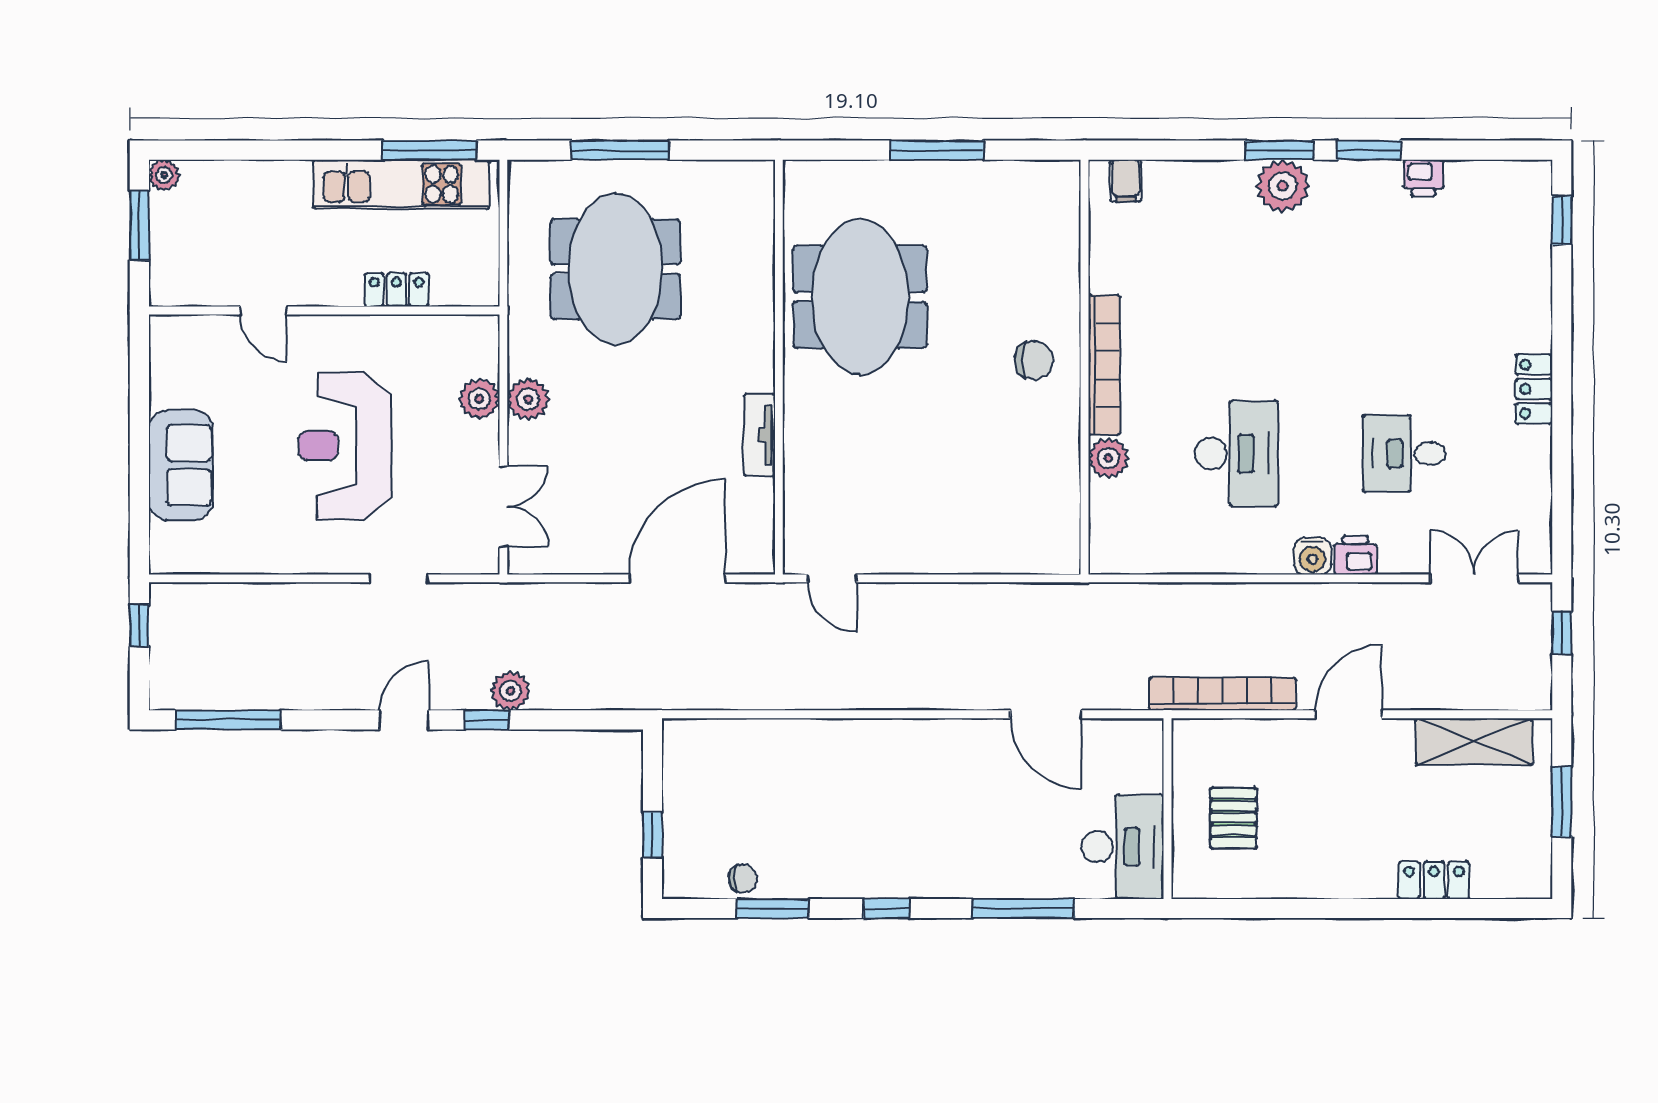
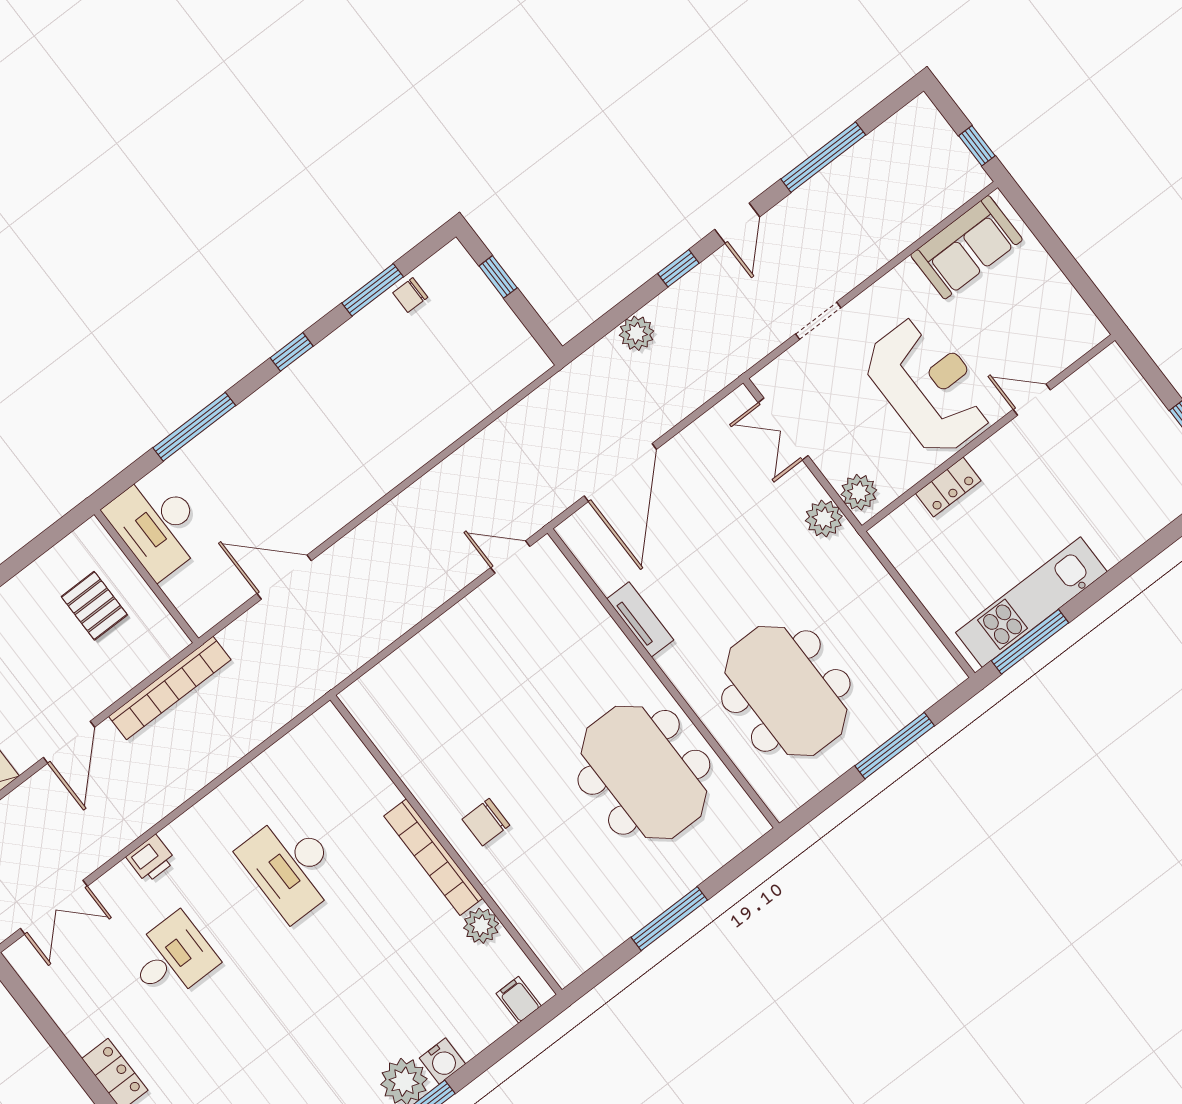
meeting table: (615, 269) -> (786, 691), moved
locker: (397, 290) -> (948, 487), moved
door: (263, 311) -> (1032, 400), moved
wall: (324, 311) -> (988, 433), moved
plant: (1108, 458) -> (481, 926), moved
sofa: (181, 465) -> (966, 247), moved, turned -90
water cooler: (1313, 556) -> (442, 1061), moved, turned 180
plant: (510, 691) -> (636, 333), moved
window: (228, 720) -> (823, 157), moved

